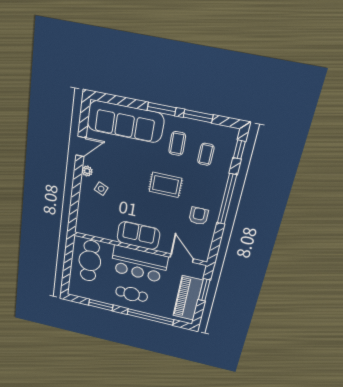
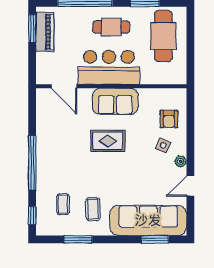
window: (162, 109) -> (155, 239), moved
rug: (165, 185) -> (108, 141), moved
armchair: (199, 216) -> (169, 119), moved
cafe table: (90, 261) -> (163, 36), moved
window: (204, 290) -> (32, 29), moved
piano: (188, 298) -> (45, 32), width x0.73, depth x0.75

